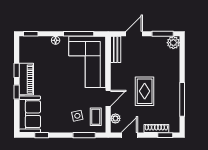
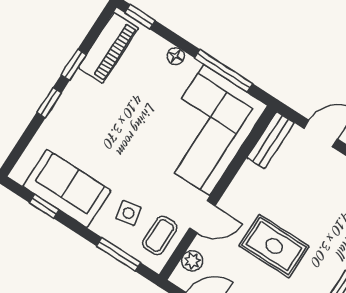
piano: (26, 79) -> (108, 48), moved
rug: (145, 91) -> (274, 246), turned 90
sofa: (30, 114) -> (67, 188), moved, turned -90

